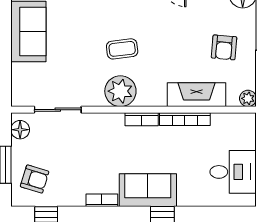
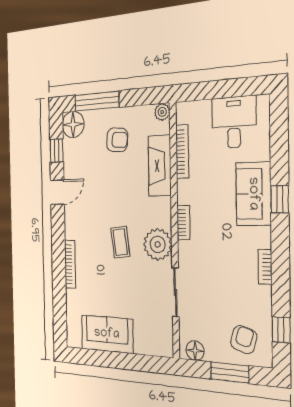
sliding door: (58, 110) -> (175, 292), moved
bookcase: (185, 119) -> (182, 152), moved
sofa: (148, 190) -> (253, 194), moved

